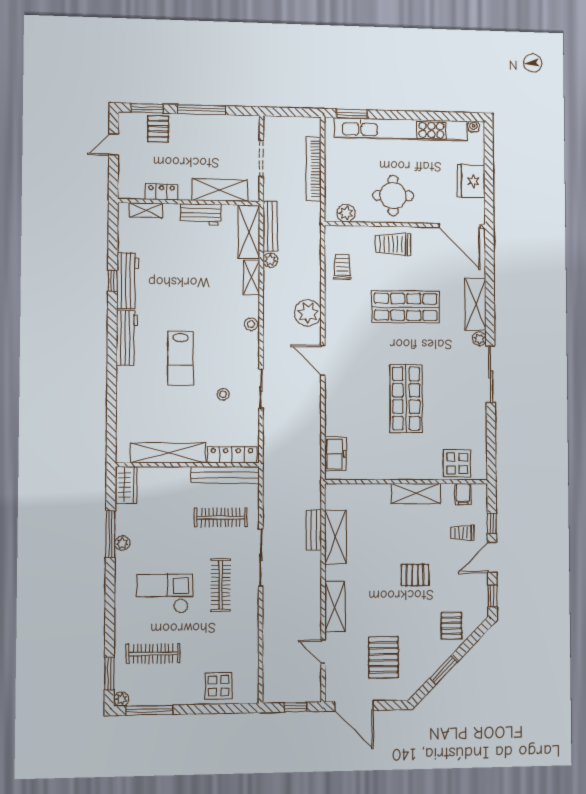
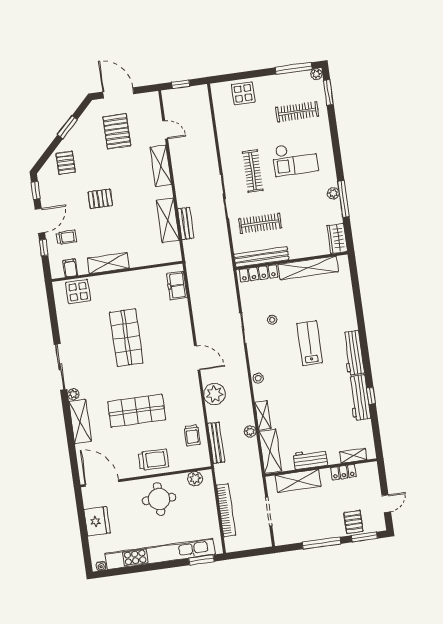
bench: (270, 226) -> (216, 443), moved
door: (354, 706) -> (118, 93), moved

